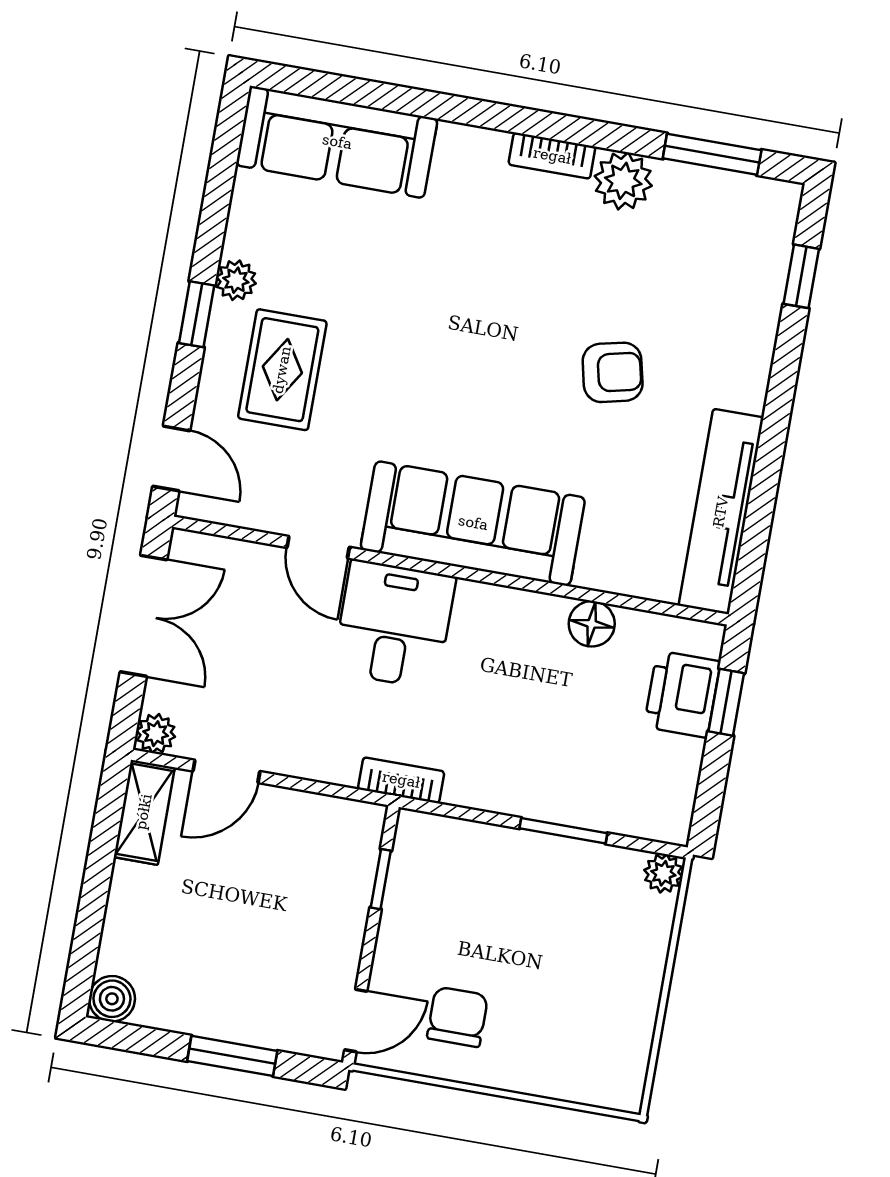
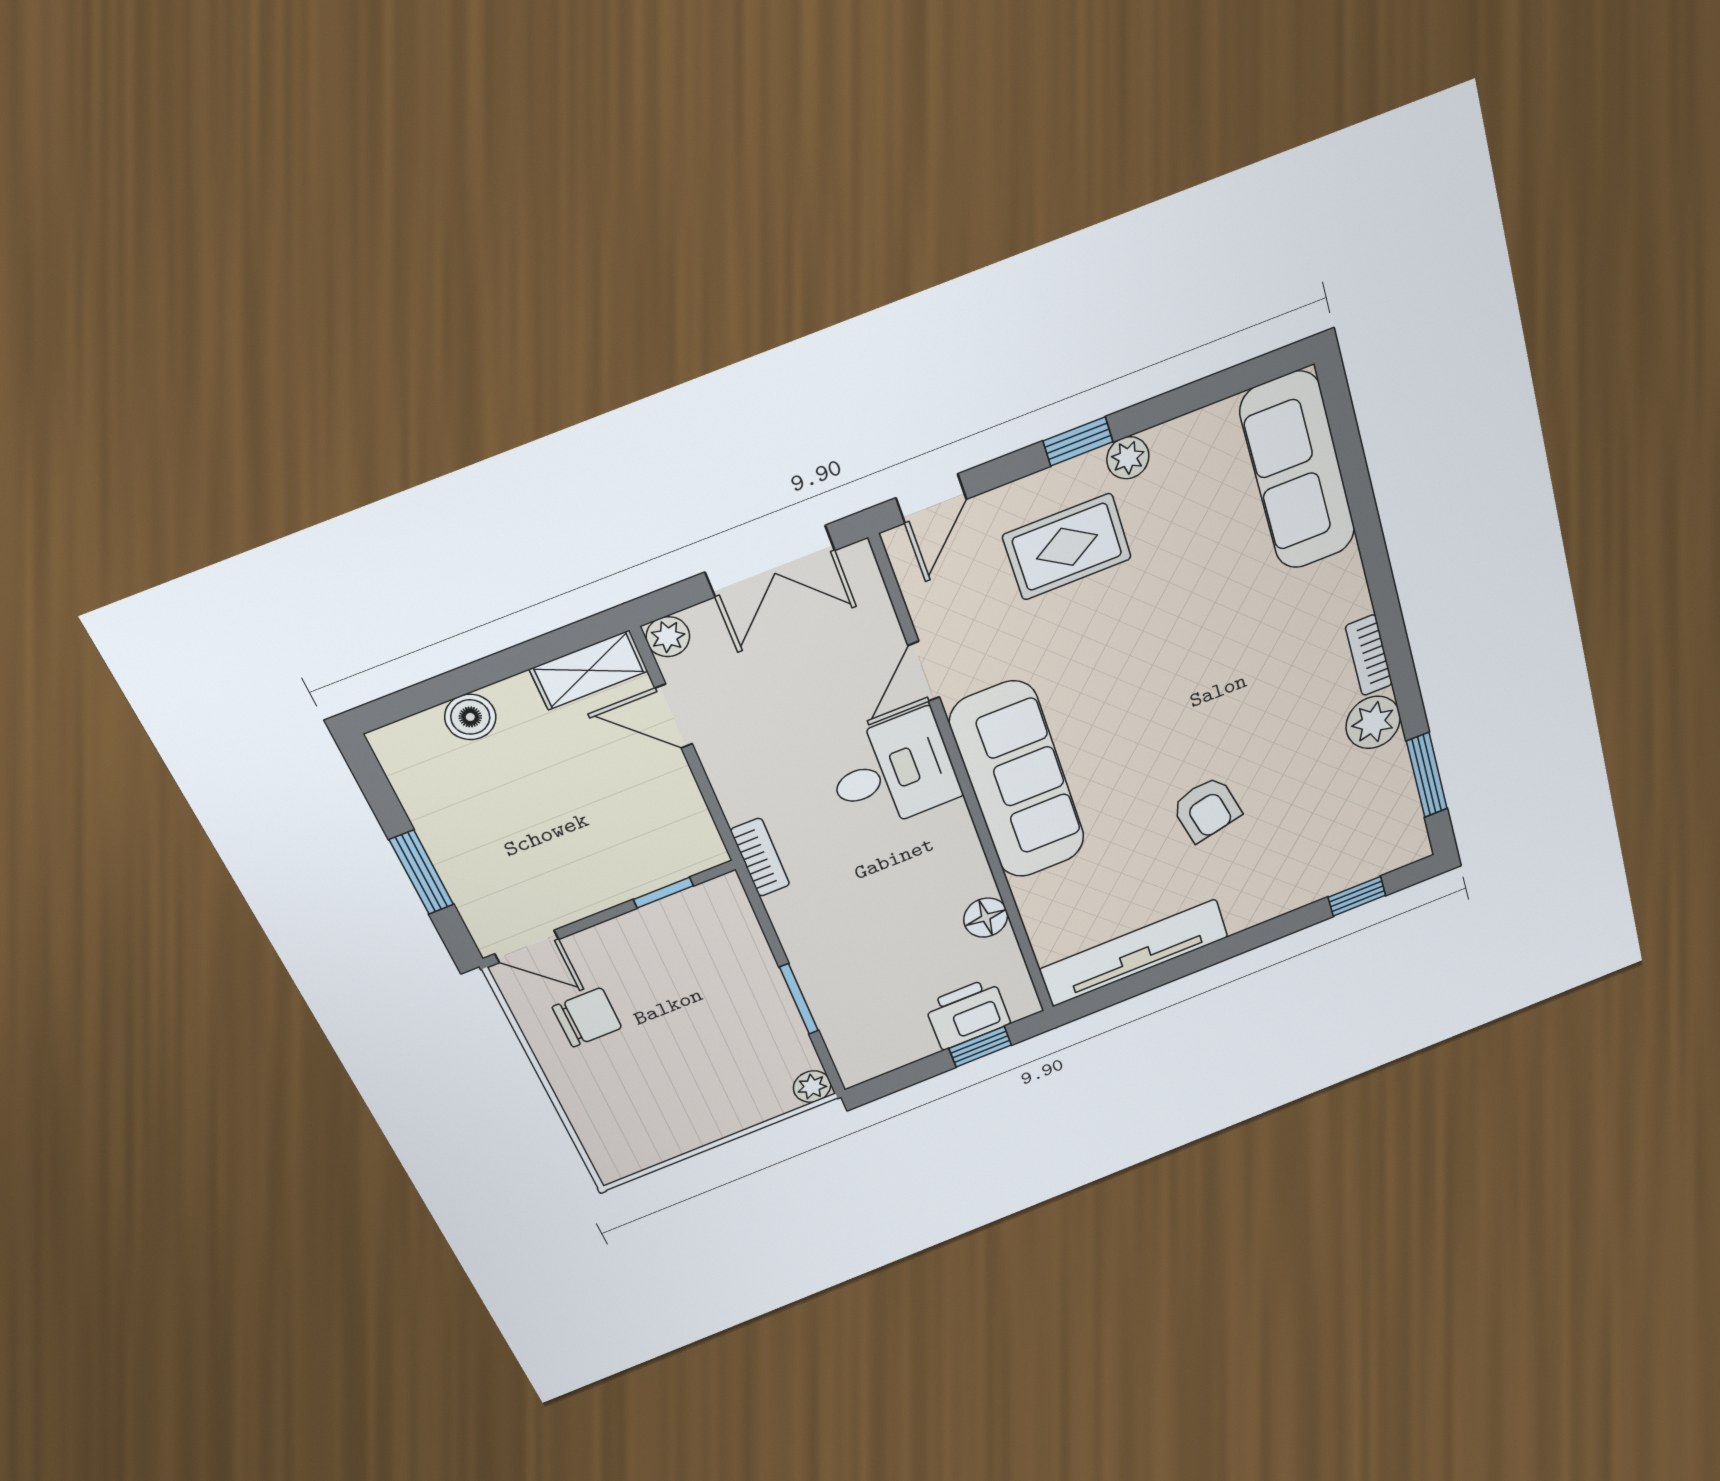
boiler: (112, 999) -> (470, 717), moved

